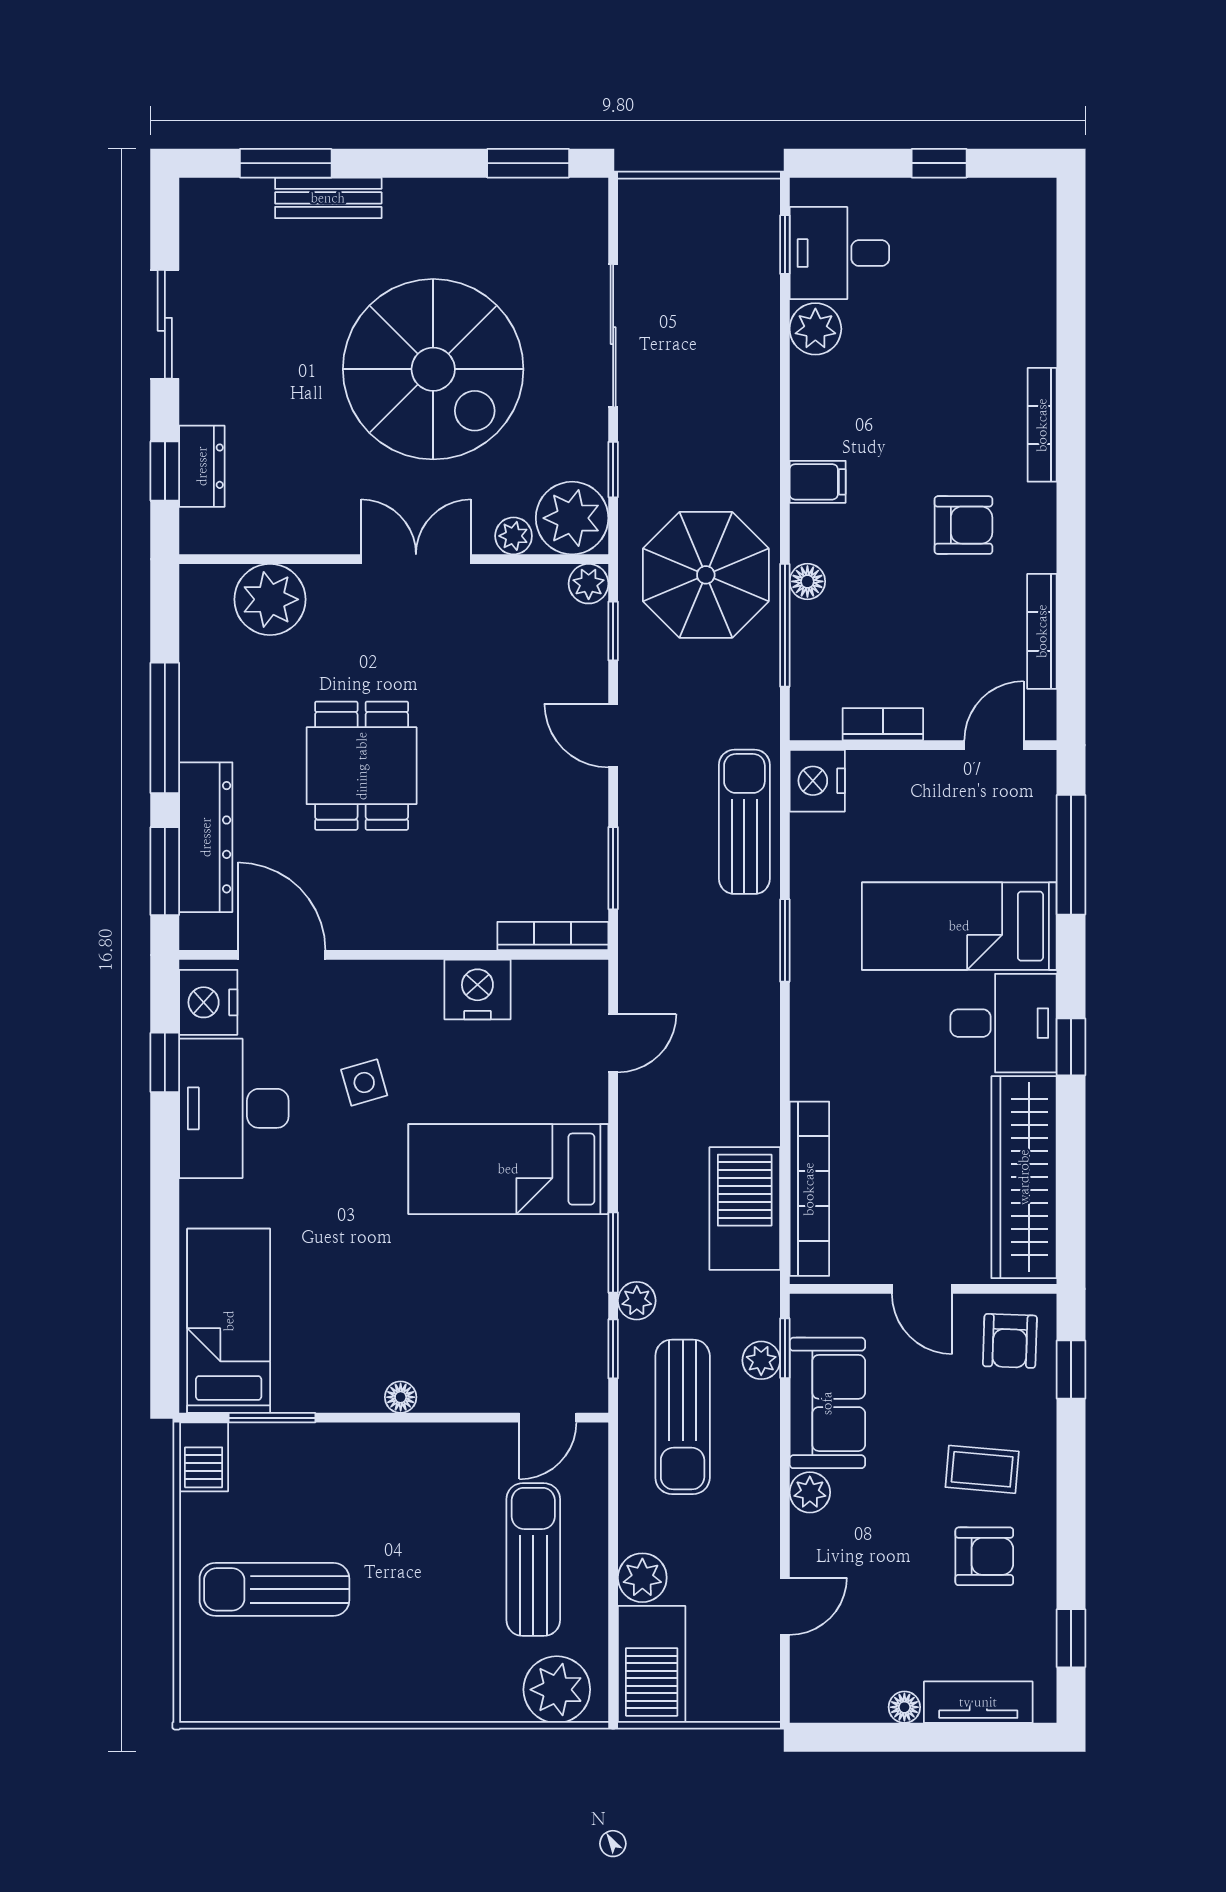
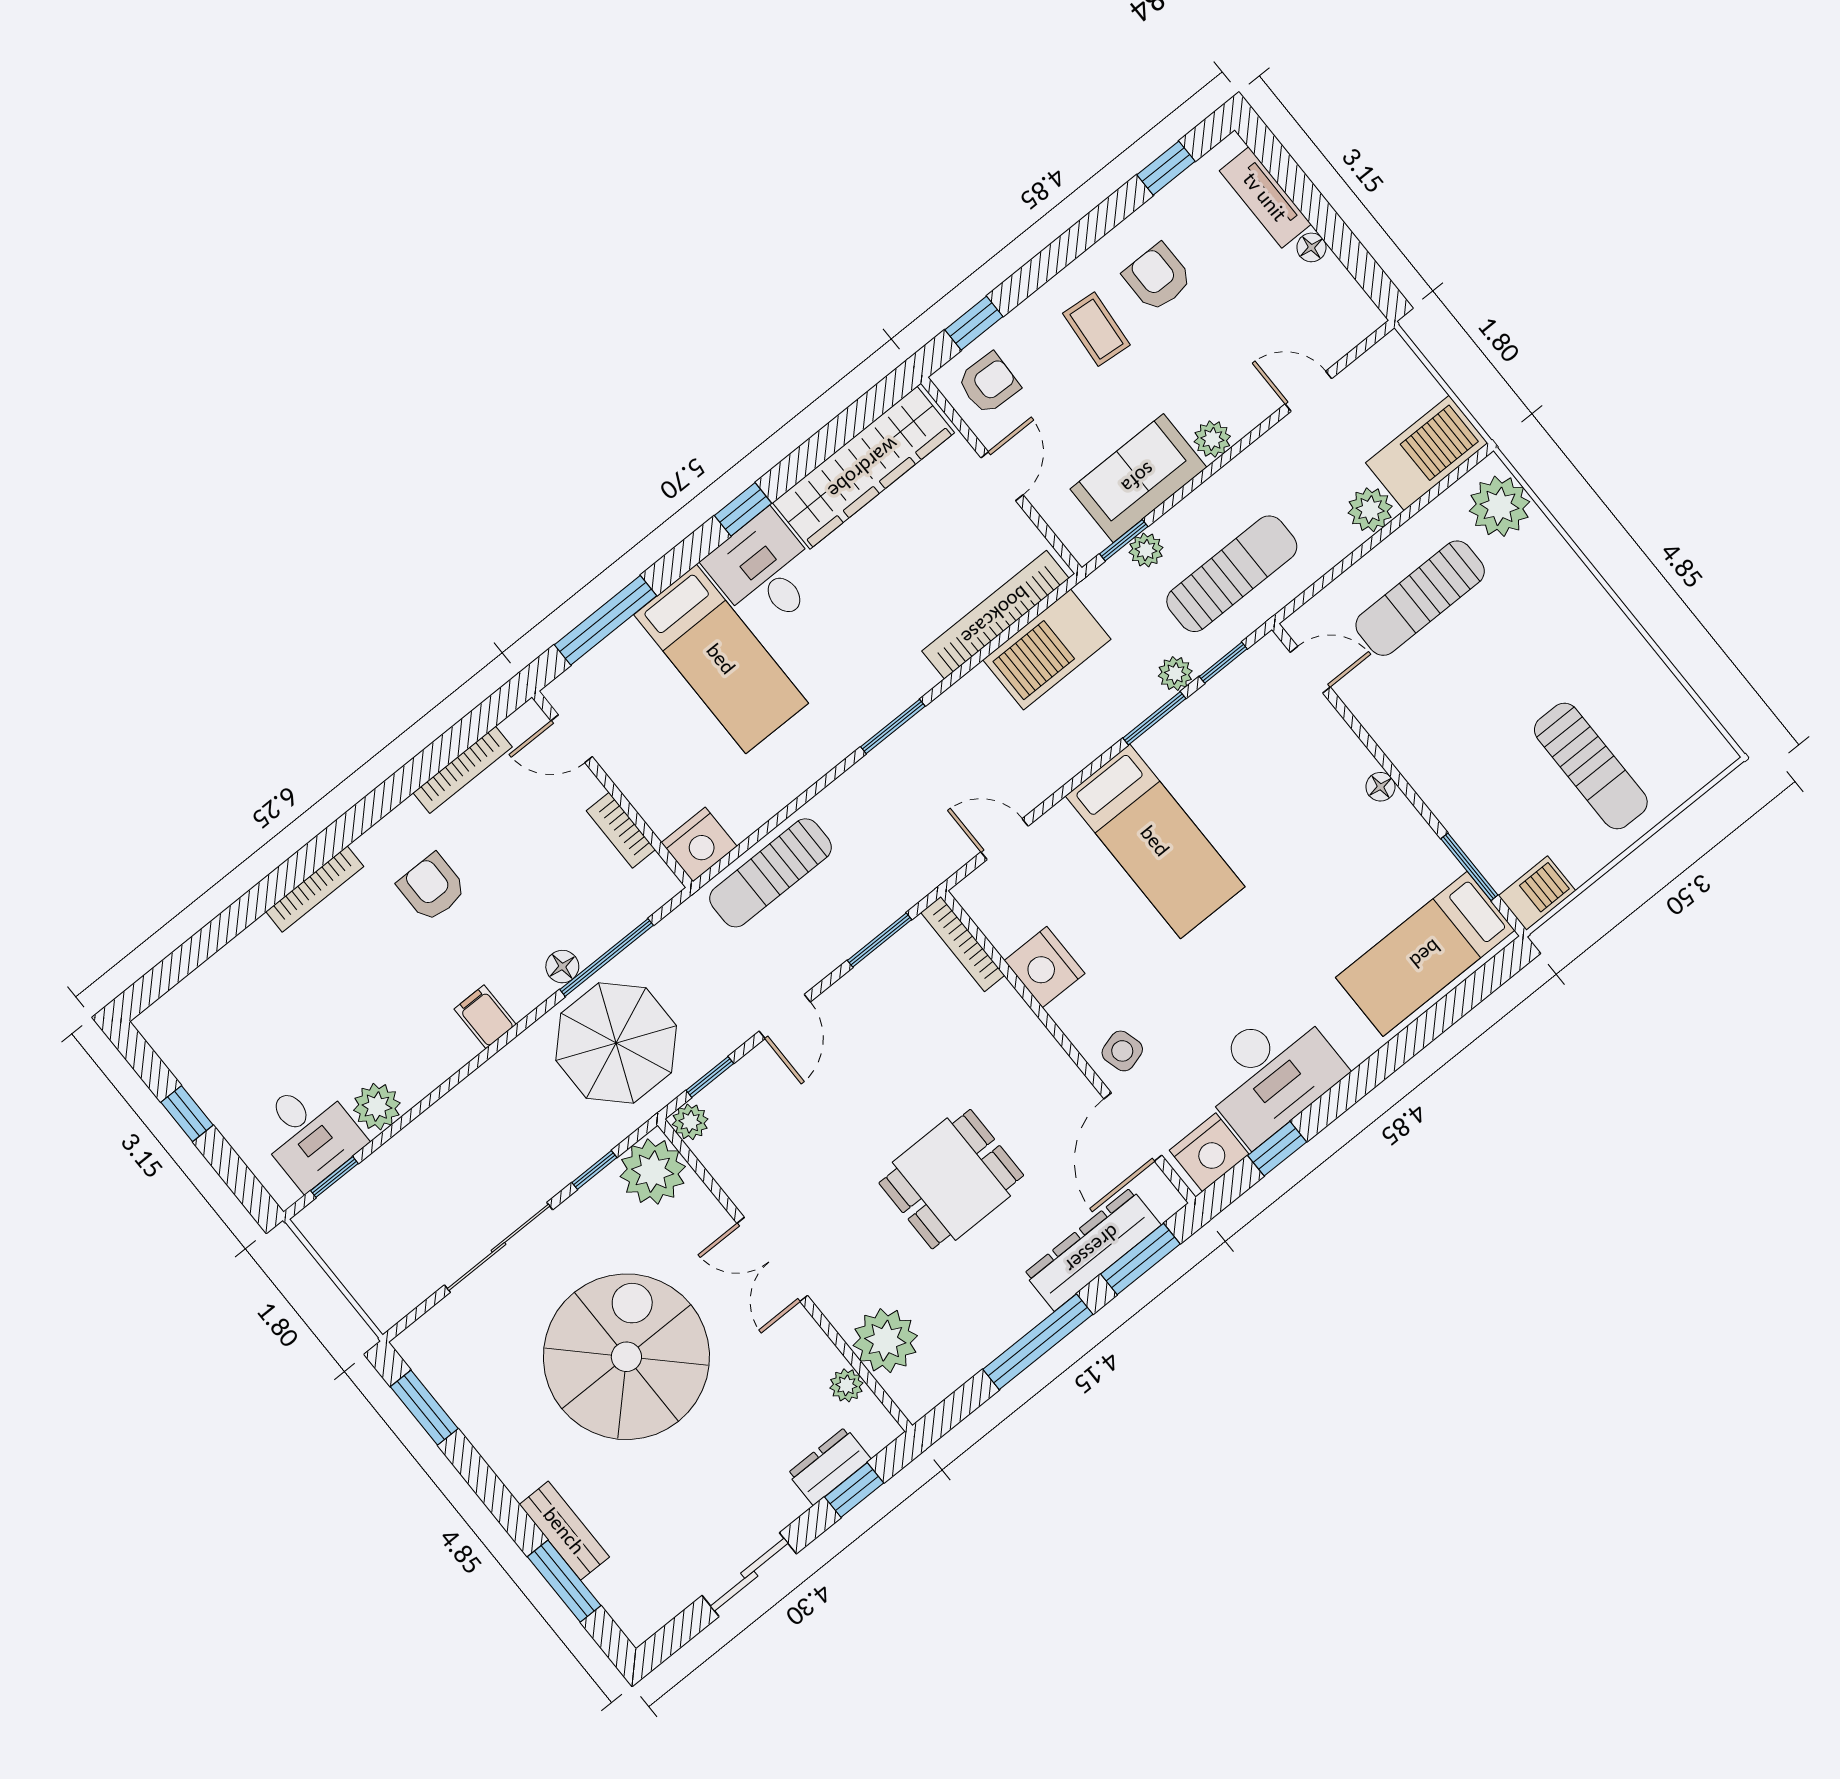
plant: (514, 536) -> (846, 1385), moved
window: (785, 940) -> (893, 726), moved
side table: (364, 1083) -> (1122, 1051), moved

